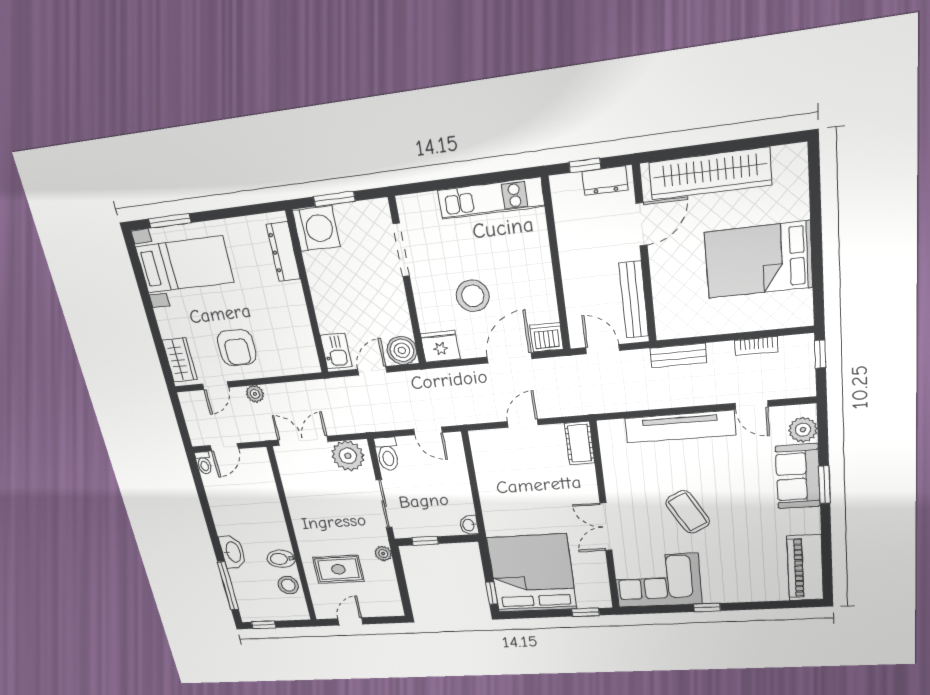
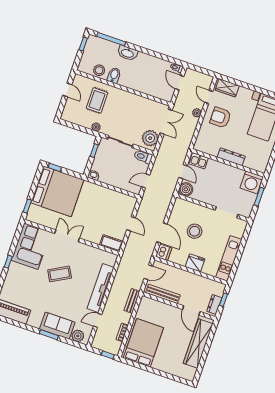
dresser: (283, 252) -> (231, 157), moved
bed: (759, 260) -> (143, 343), moved
fridge: (440, 346) -> (195, 263), moved, turned -90

